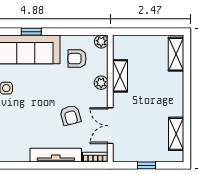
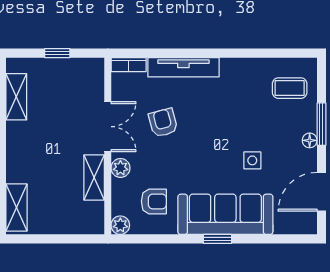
double door: (110, 126) -> (108, 127), moved

